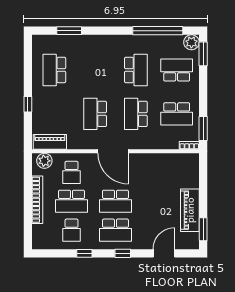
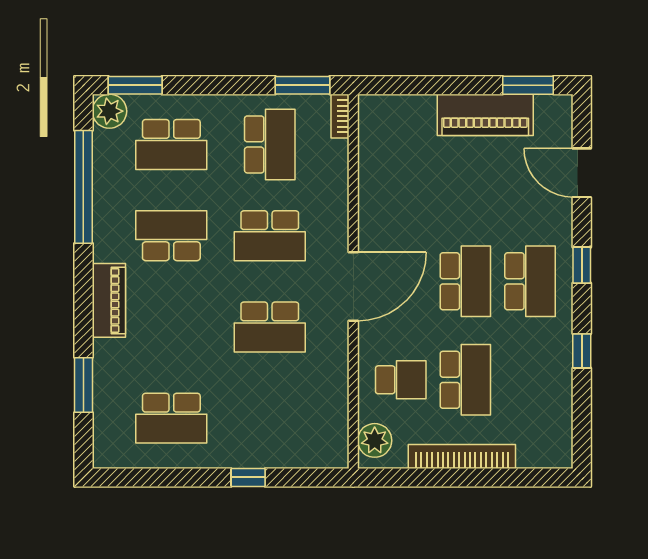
school desk: (177, 70) -> (171, 144), turned -90
piano: (50, 142) -> (109, 300), moved, turned 180
school desk: (71, 230) -> (530, 380), removed

